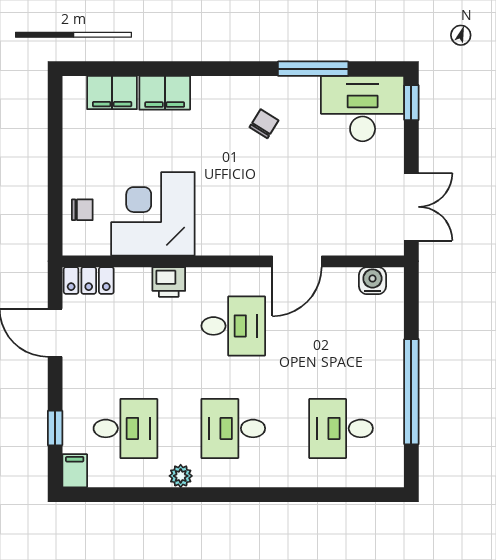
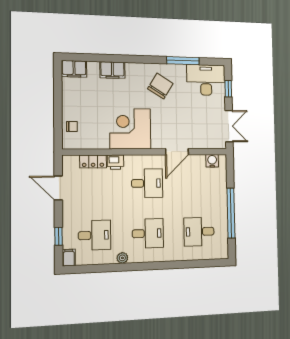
filing cabinet: (112, 93) -> (74, 69), moved
window: (411, 103) -> (228, 89), moved
chair: (264, 124) -> (160, 86), width x1.87, depth x1.87
corner desk: (153, 214) -> (130, 129), moved
locker: (89, 280) -> (93, 161), moved
desk: (233, 428) -> (148, 233), turned 180

